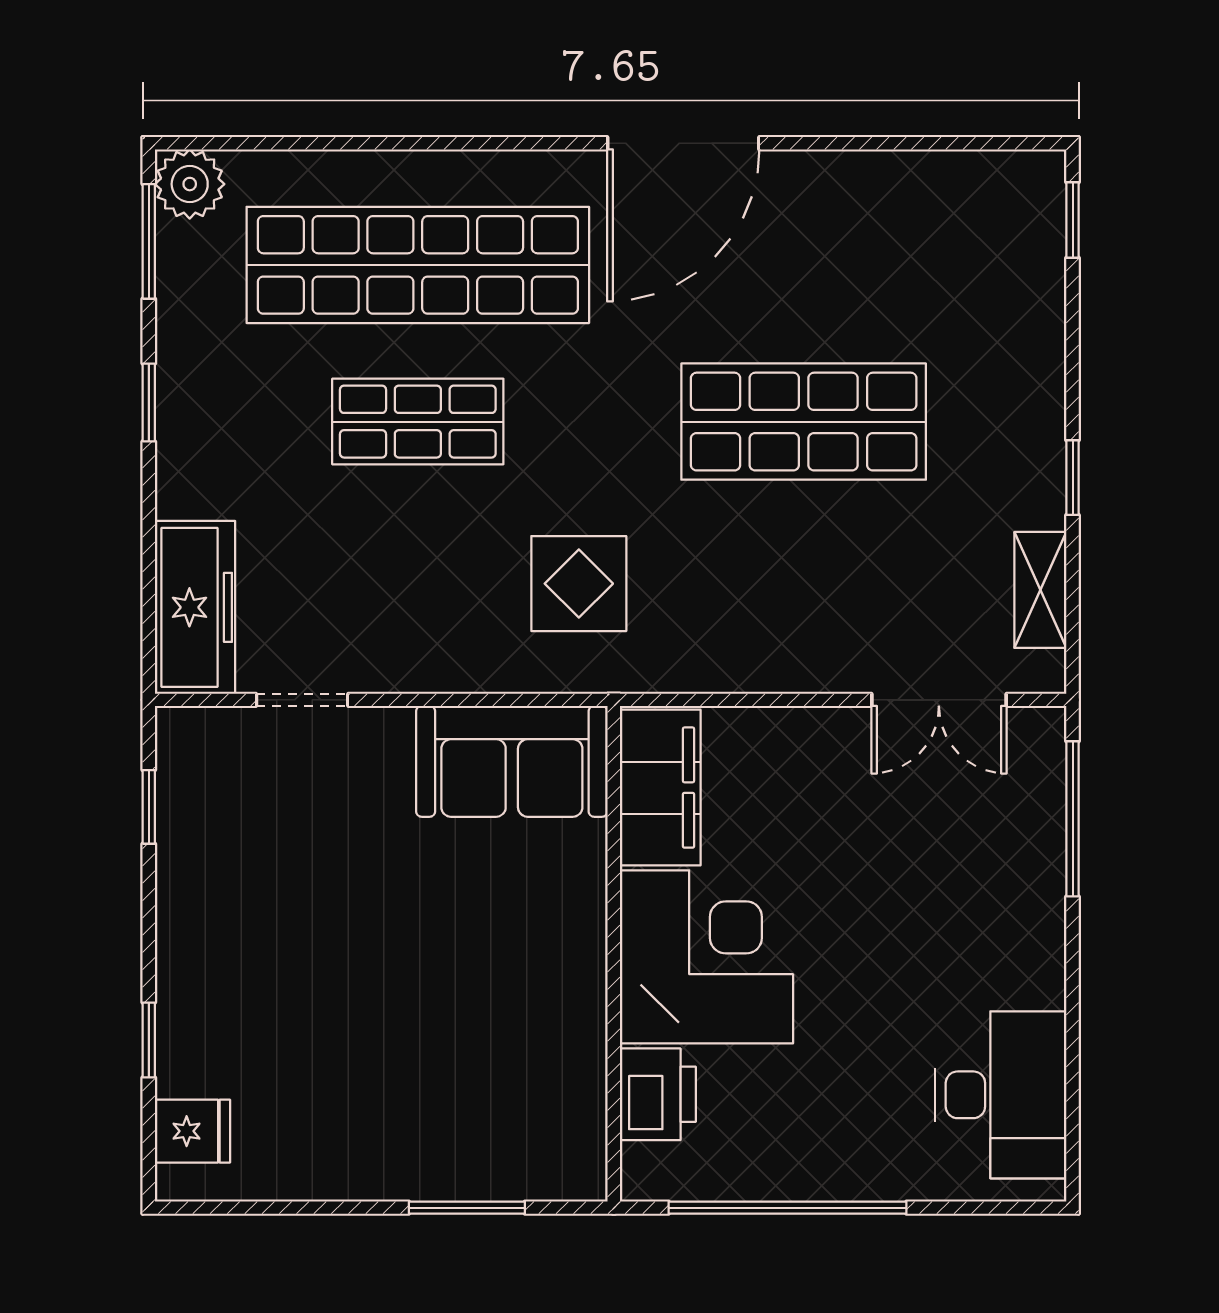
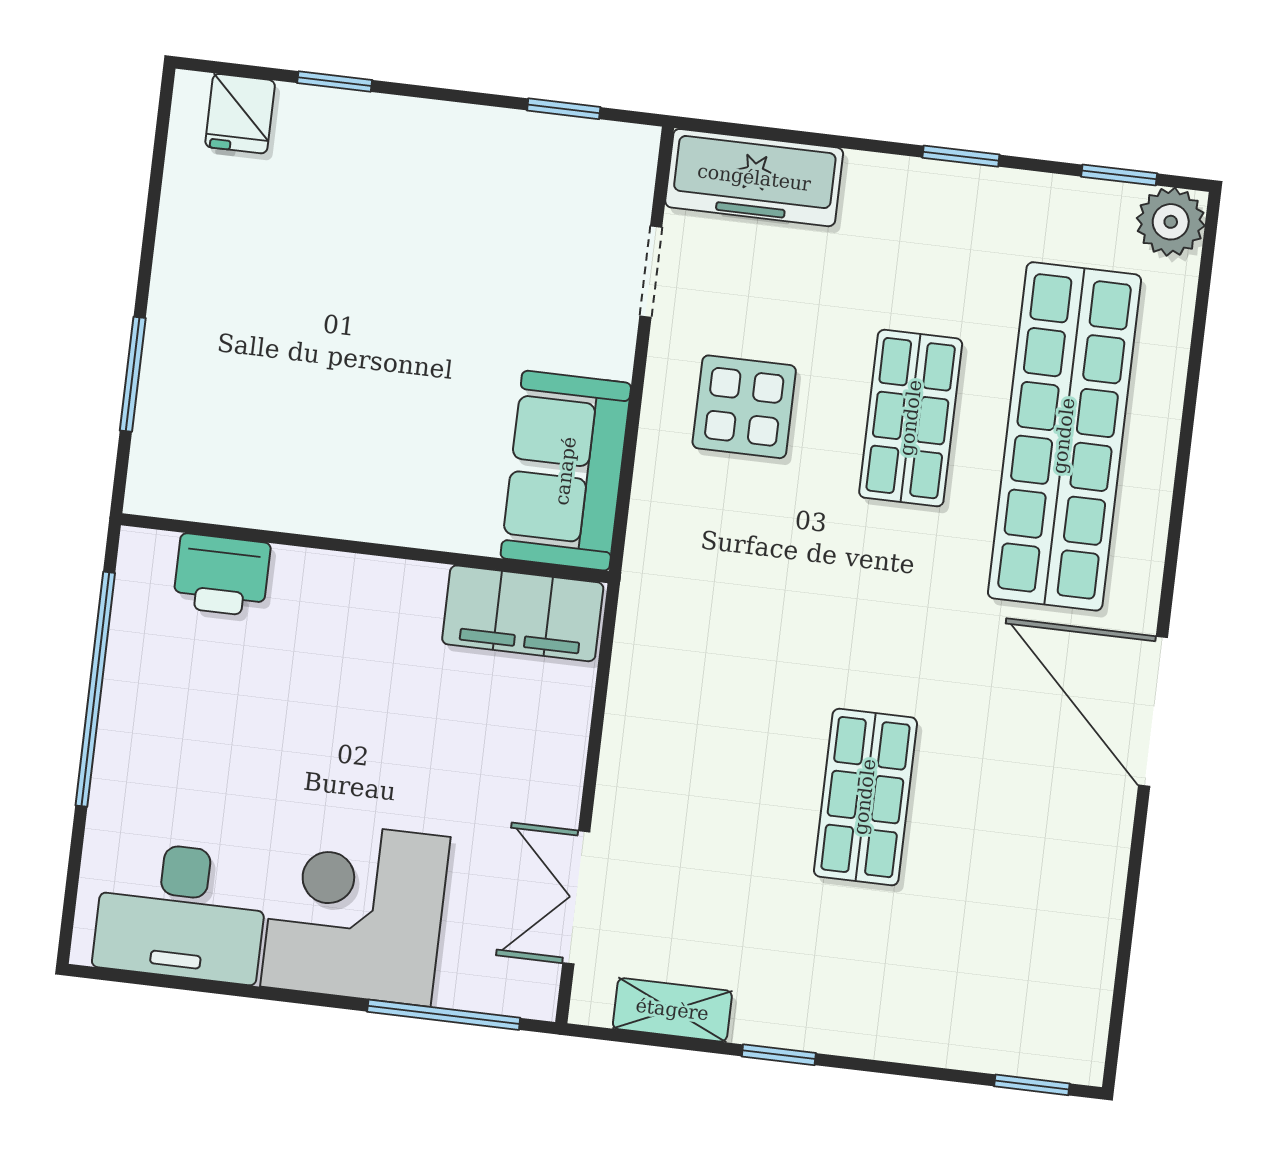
window: (149, 241) -> (1119, 175), width x0.67
shop shelf: (804, 422) -> (865, 797), width x0.70, depth x0.74
display table: (579, 584) -> (744, 407), moved
corner desk: (707, 957) -> (355, 912), moved, turned 180

